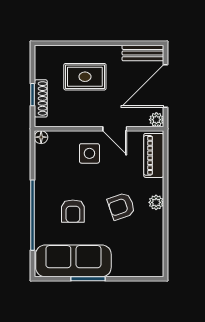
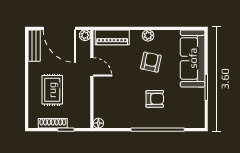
shoe rack: (41, 98) -> (53, 123), moved
door: (115, 129) -> (92, 67), hinge flipped
side table: (89, 153) -> (111, 86), removed
armchair: (121, 206) -> (151, 62), turned -149
sofa: (73, 261) -> (193, 58), moved

